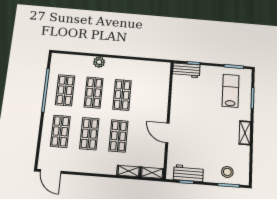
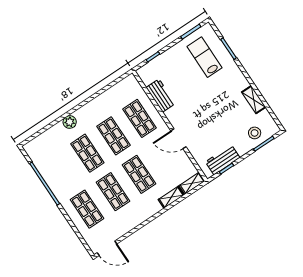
workbench: (186, 70) -> (161, 95), moved, turned -90
shop shelf: (65, 90) -> (139, 118), moved
shelving: (245, 133) -> (254, 100), moved

